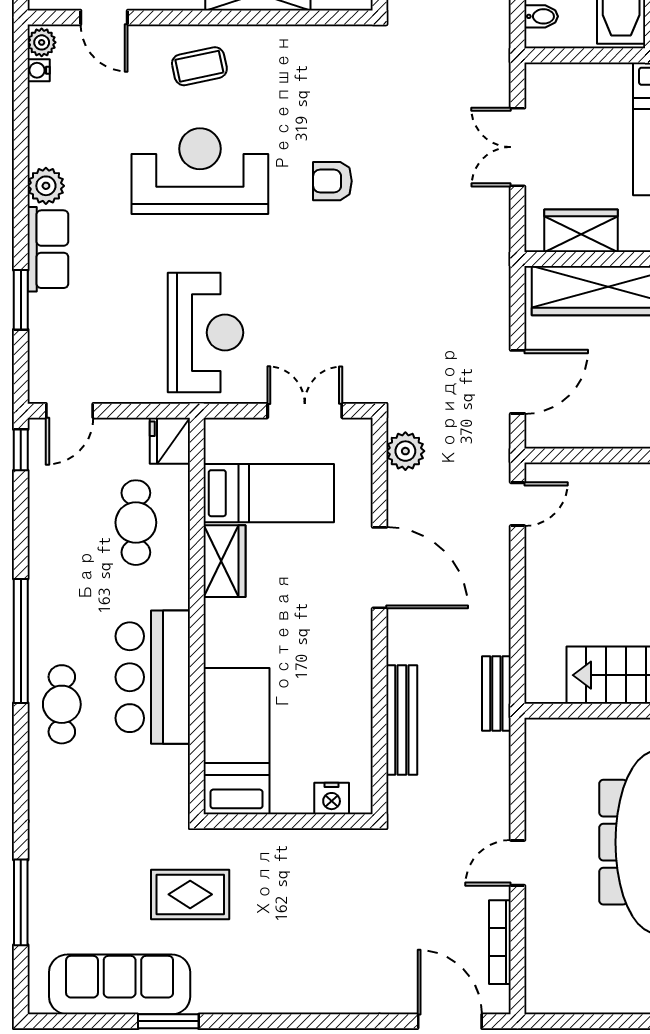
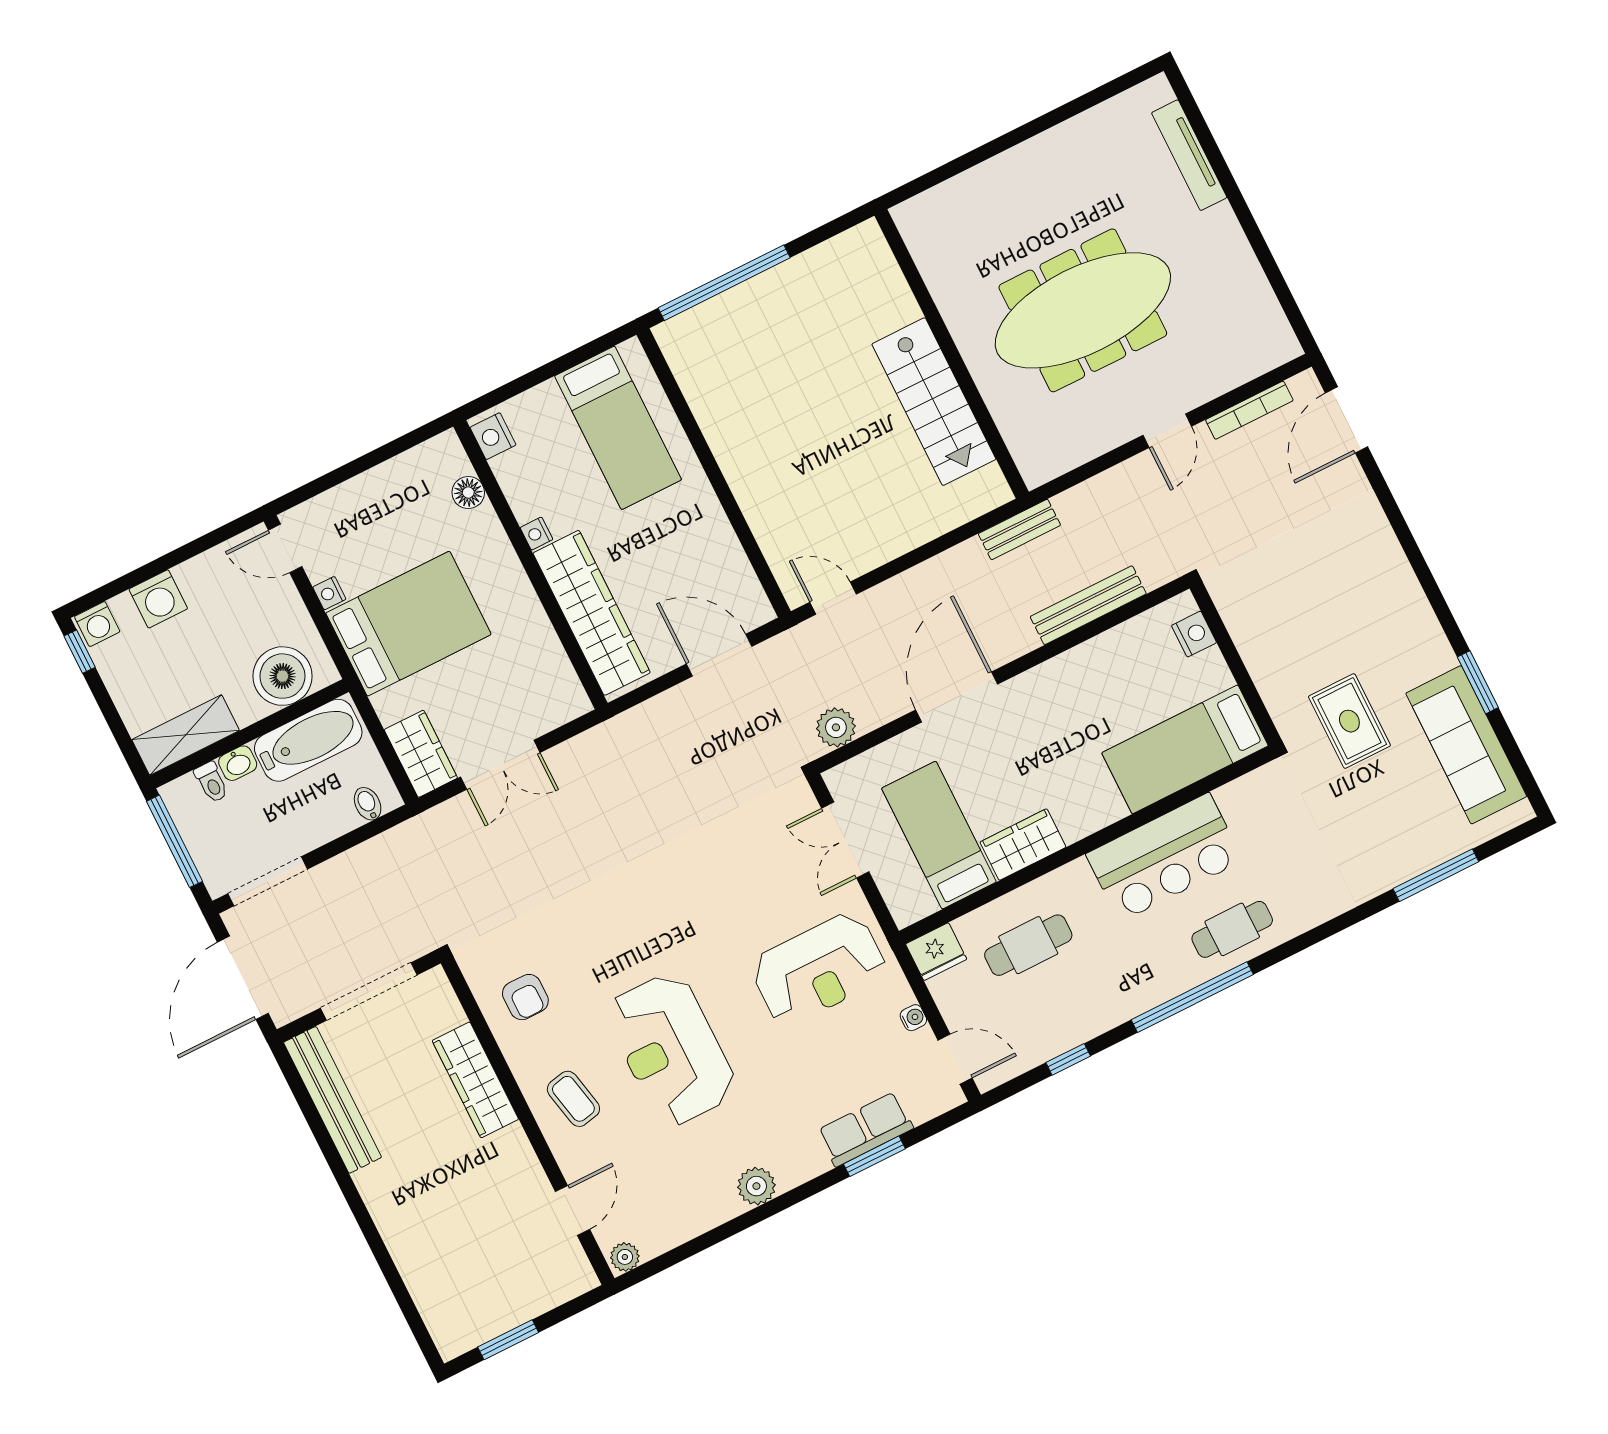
water cooler: (39, 70) -> (913, 1018), moved, turned -90
armchair: (332, 181) -> (525, 997), moved
wardrobe: (581, 231) -> (421, 754), moved, turned 180
row of seats: (48, 249) -> (865, 1129), moved
reception desk: (205, 333) -> (819, 969), turned 180
window: (21, 450) -> (1068, 1059), moved
door: (518, 863) -> (1167, 431), hinge flipped

